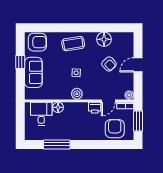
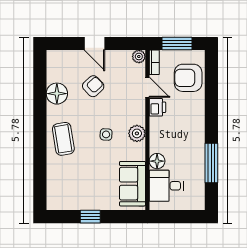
armchair: (37, 42) -> (61, 192), removed
sofa: (33, 72) -> (132, 184), moved, turned -90

